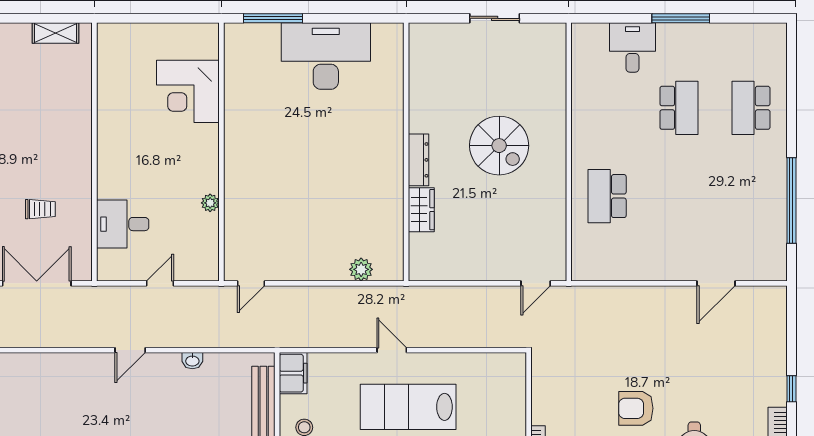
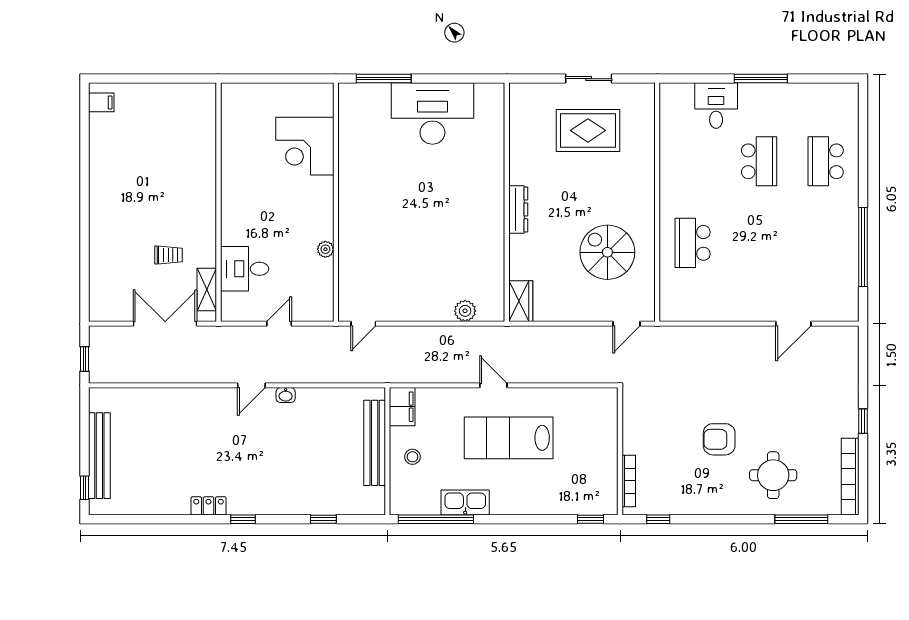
shelving: (56, 33) -> (207, 289), moved, turned 90
rug: (494, 74) -> (588, 130), added
spiral stairs: (499, 146) -> (607, 252), moved, turned 180
wardrobe: (421, 210) -> (521, 301), moved
washbasin: (192, 361) -> (286, 395), moved

